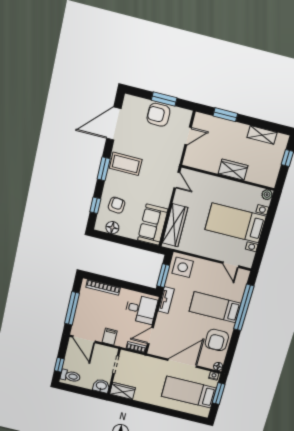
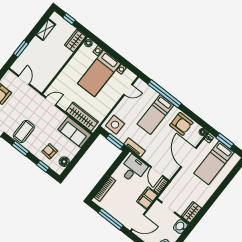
wardrobe: (233, 170) -> (75, 41), moved
filing cabinet: (110, 337) -> (147, 198), width x2.00

